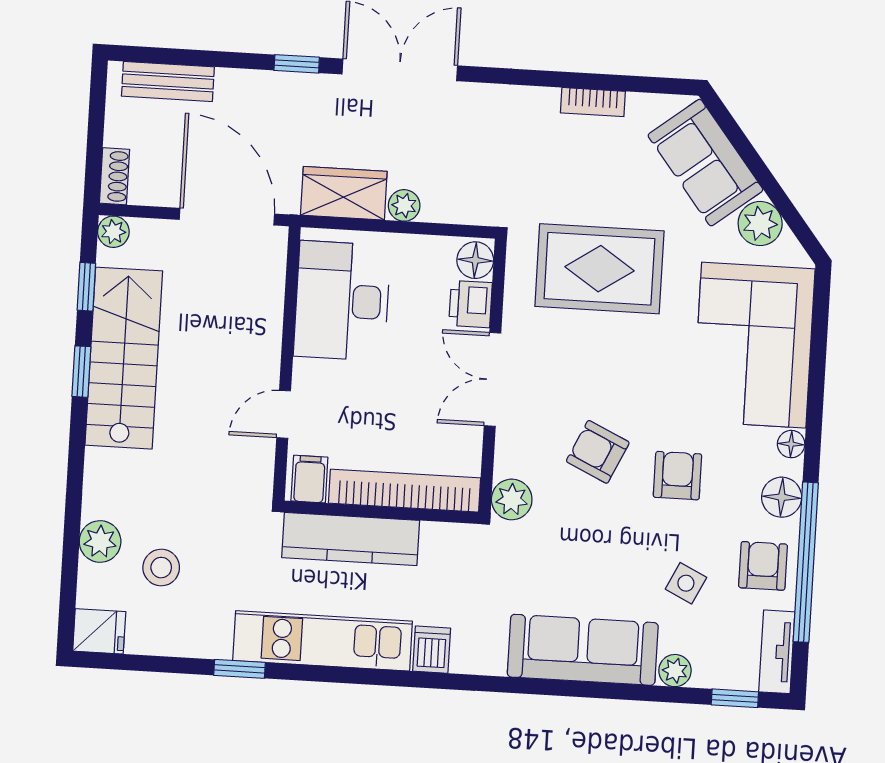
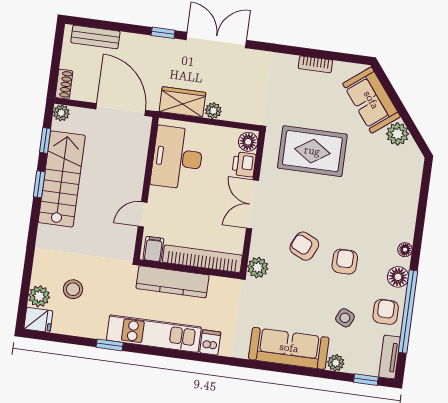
corner sofa: (754, 345) -> (389, 197), removed
plant: (100, 542) -> (39, 296), moved

